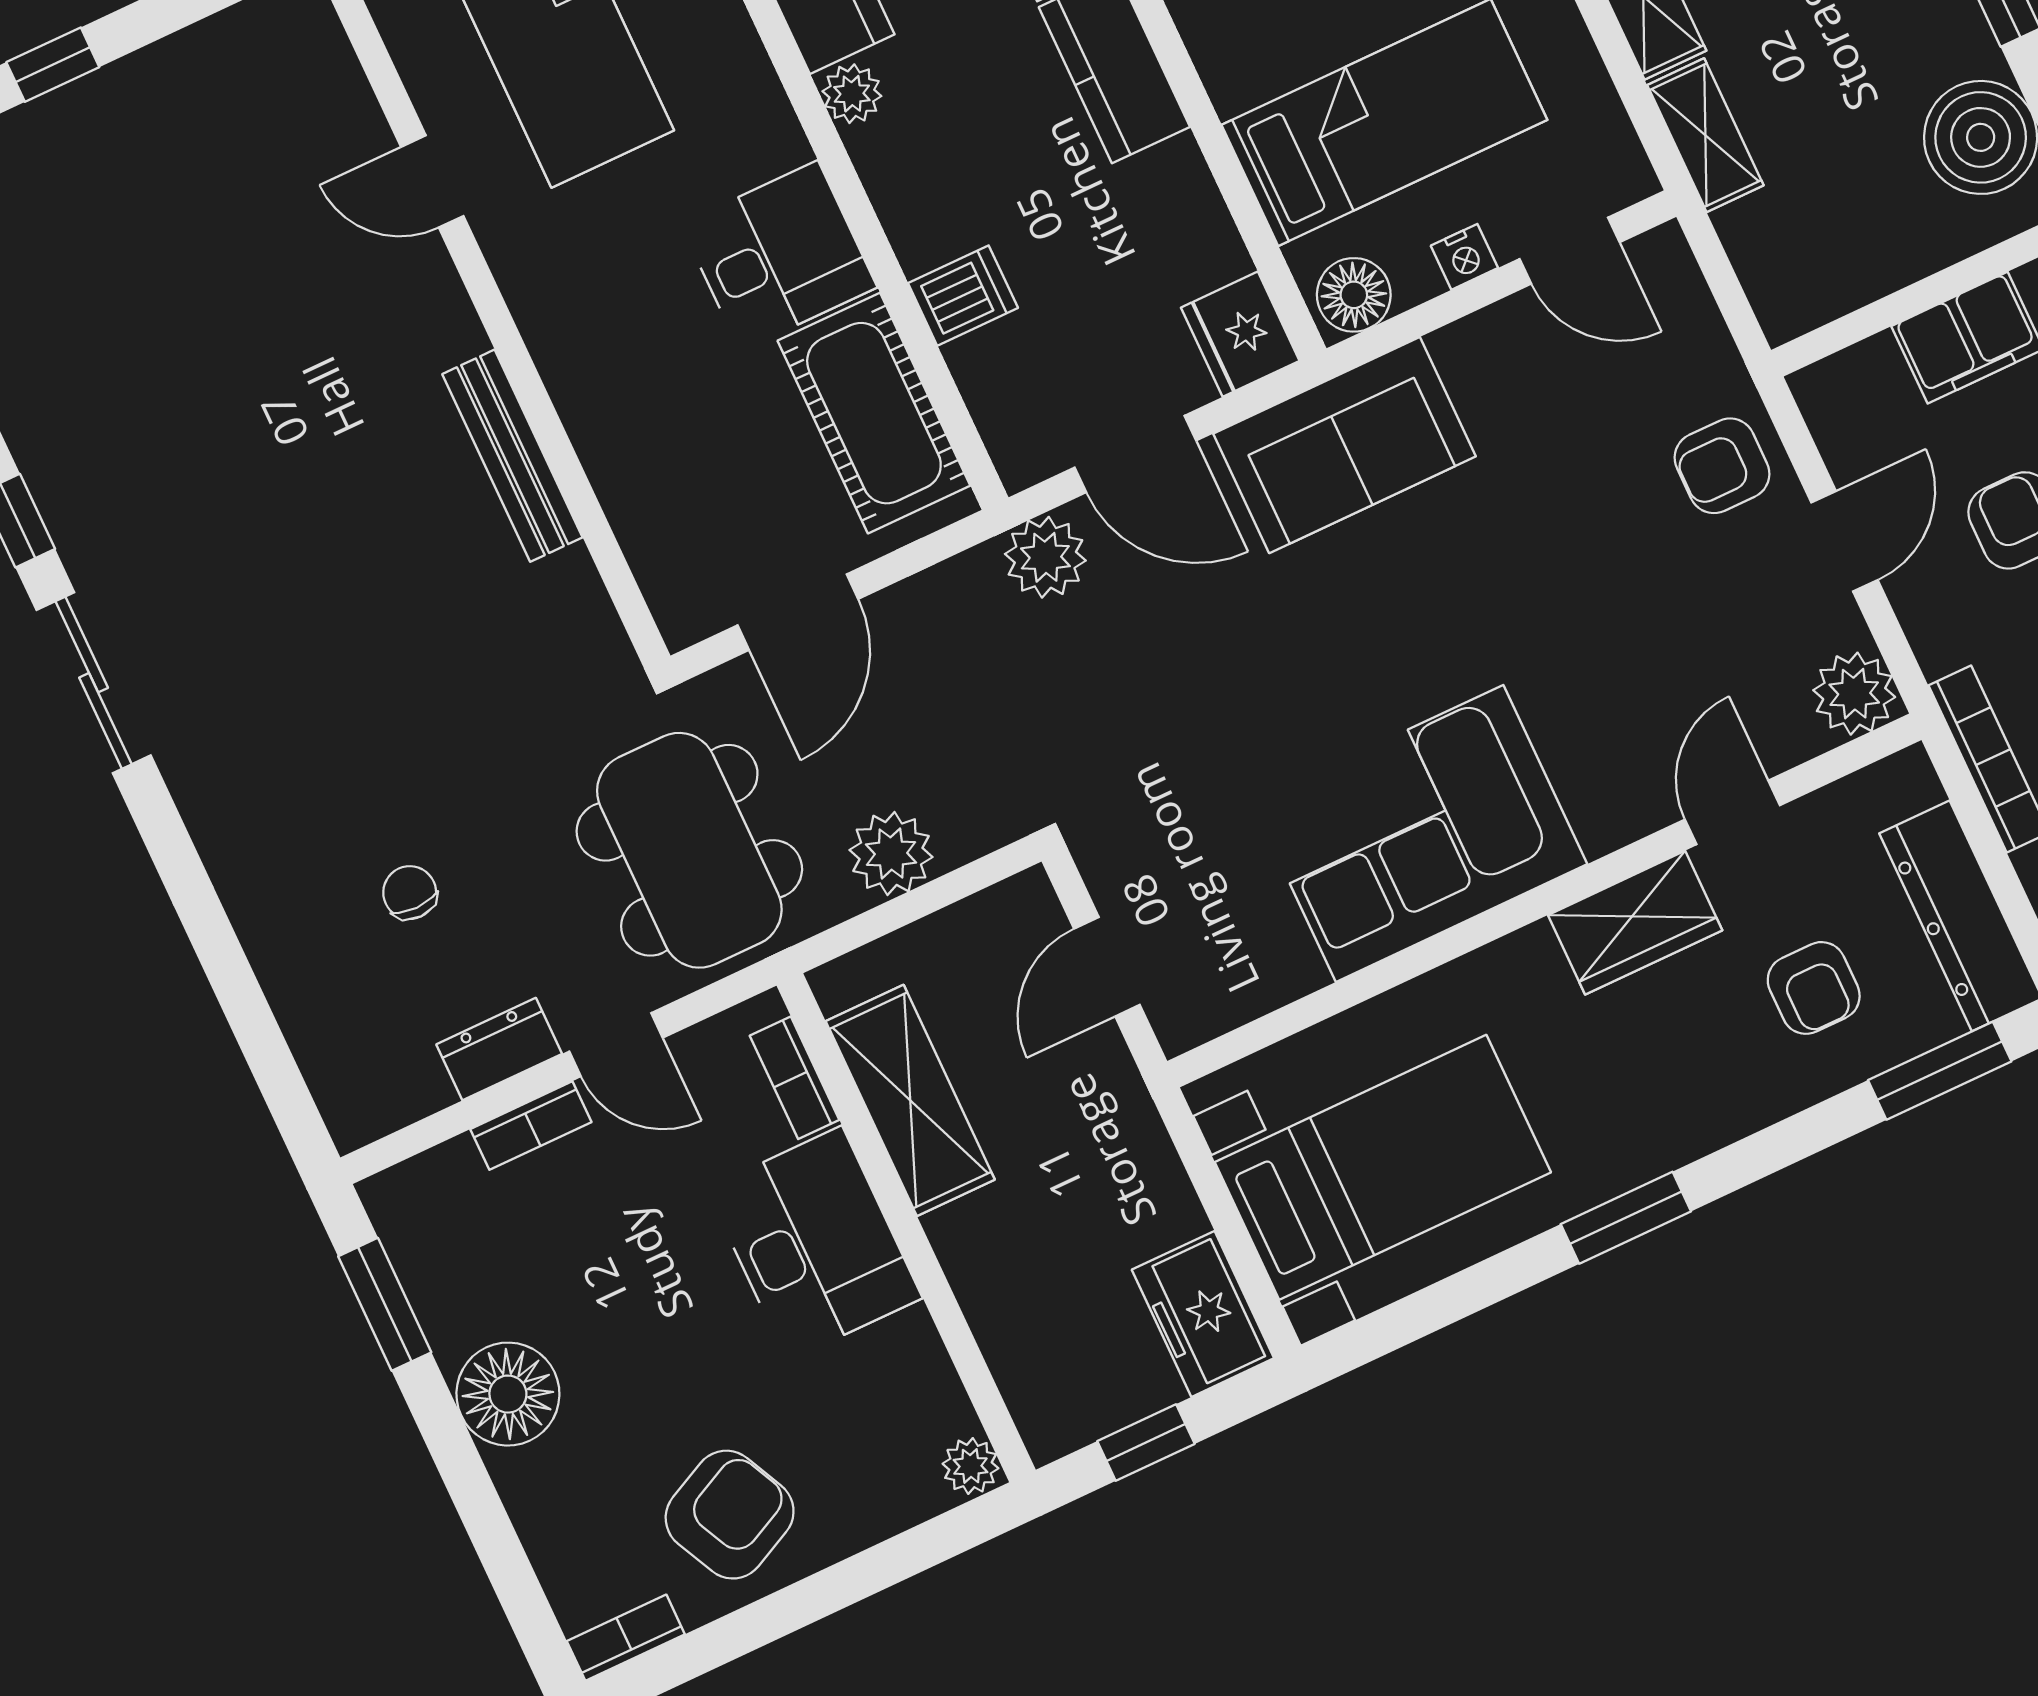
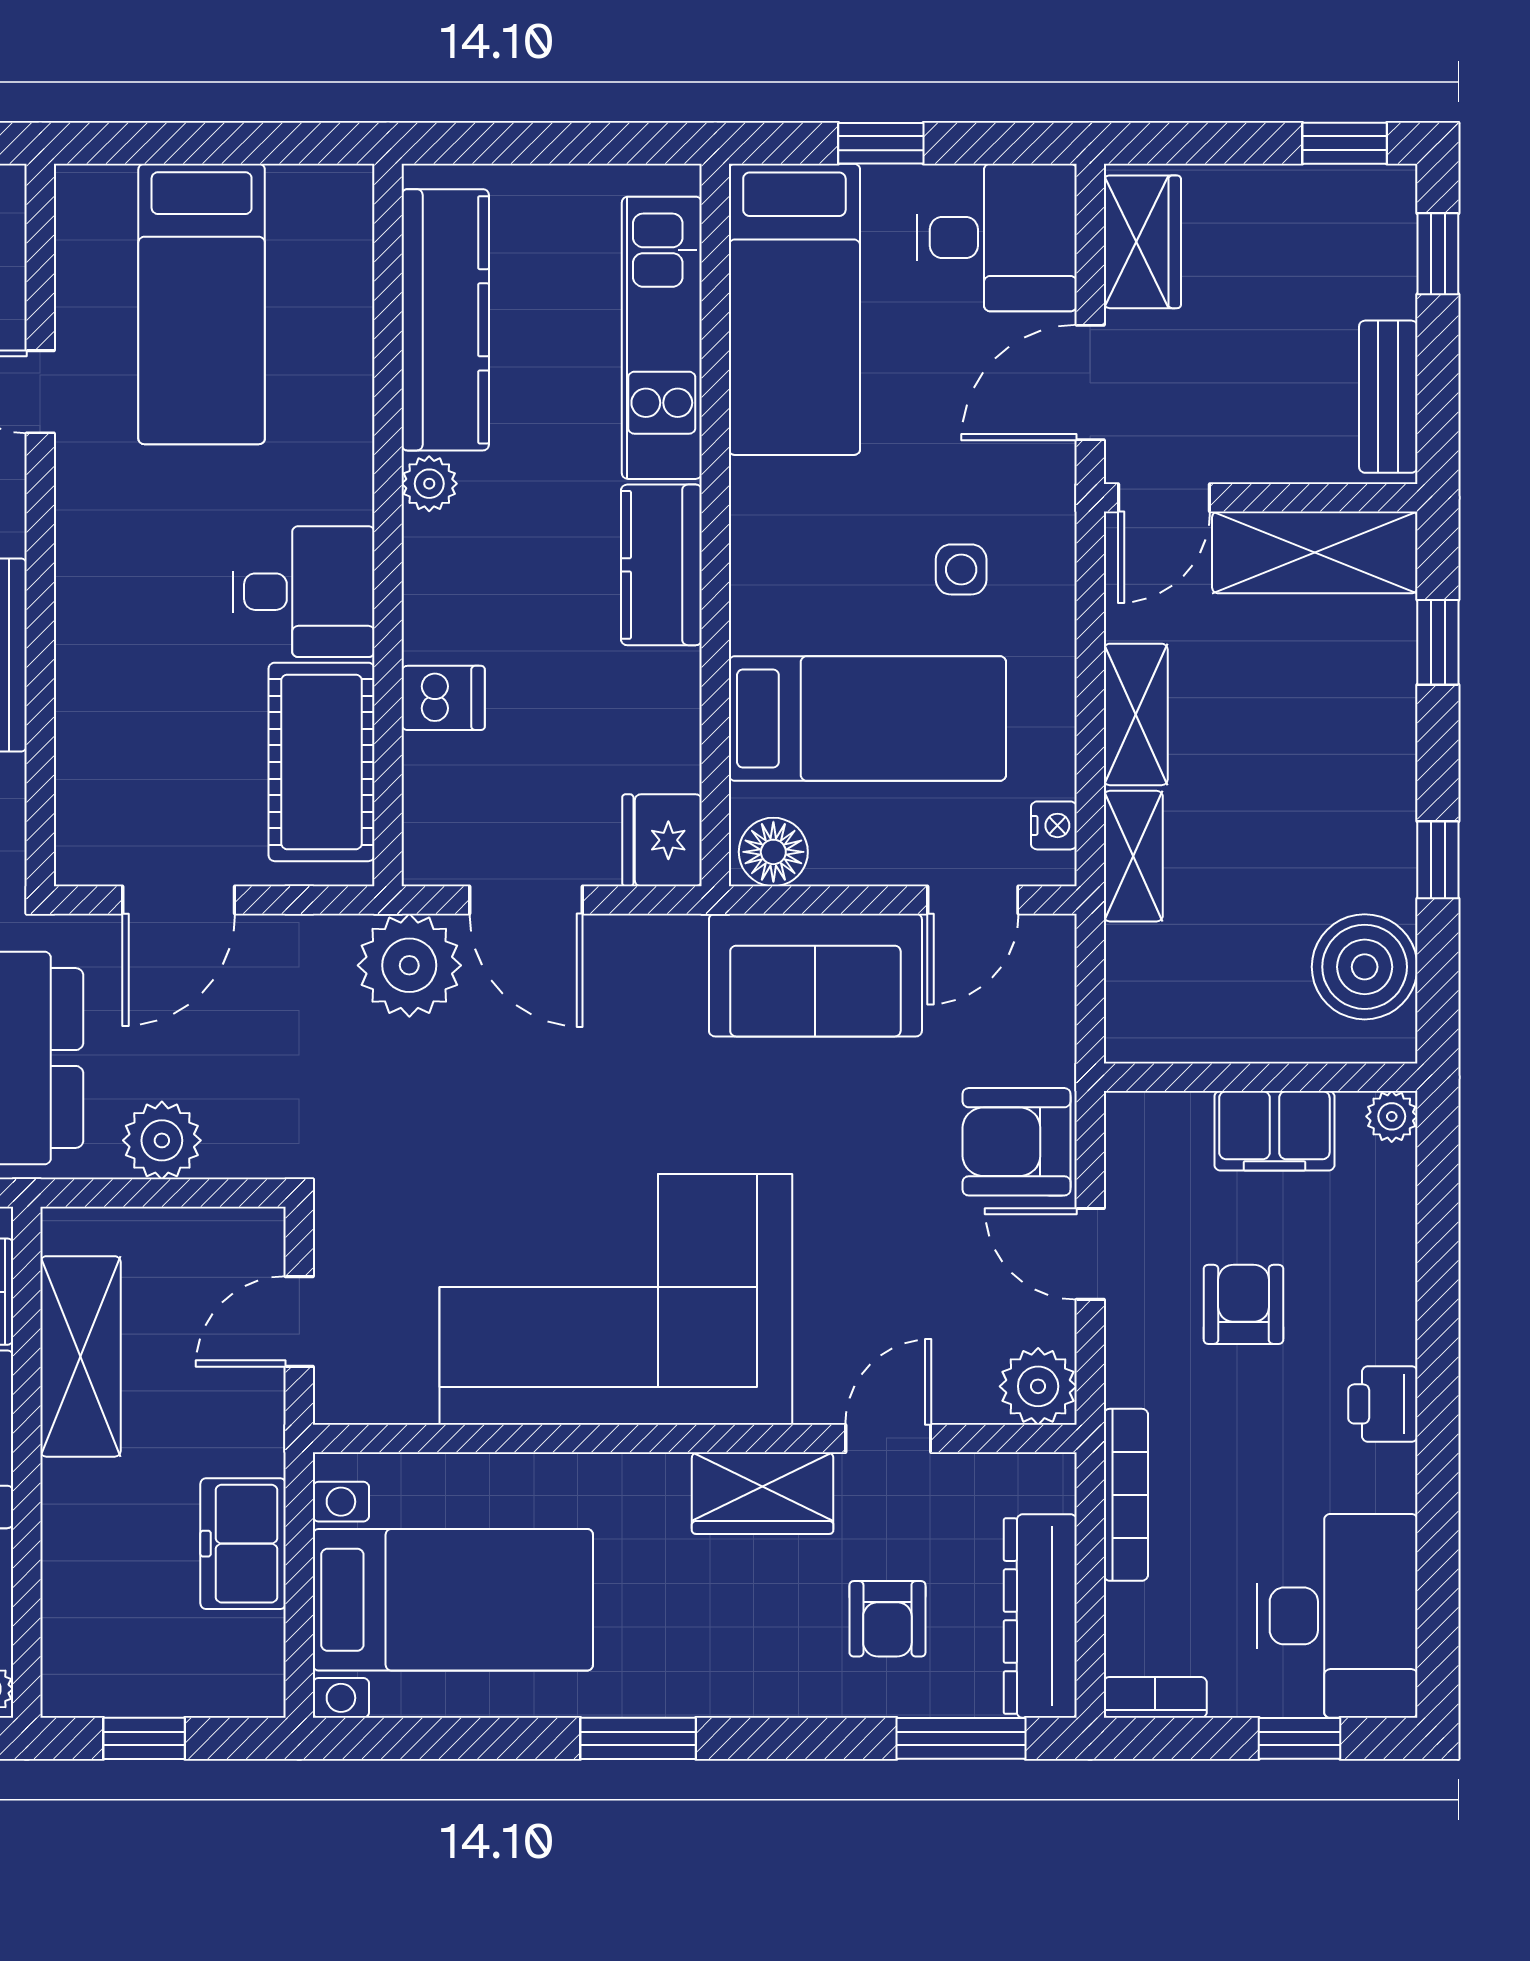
door: (1570, 251) -> (973, 900), hinge flipped
nightstand: (1464, 257) -> (1054, 825), moved, turned -90
sofa: (1345, 445) -> (815, 975), moved
armchair: (1722, 466) -> (1017, 1142), width x1.38, depth x1.38
door: (1845, 541) -> (1090, 1254), swing flipped
plant: (1045, 557) -> (409, 965), width x1.36, depth x1.36
corner sofa: (1420, 833) -> (616, 1299), width x1.36, depth x1.36
freezer: (1203, 1314) -> (243, 1544), moved

